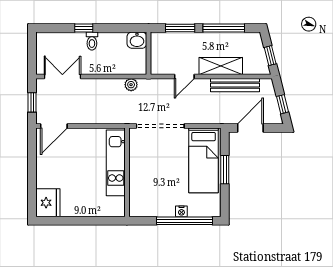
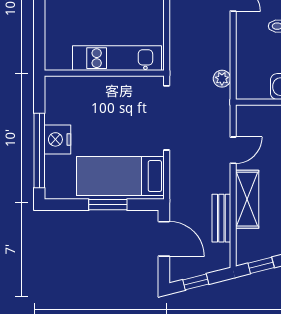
door: (184, 76) -> (233, 150), swing flipped
bench: (235, 85) -> (221, 218), width x0.73
nightstand: (181, 211) -> (58, 139), width x1.89, depth x1.79

